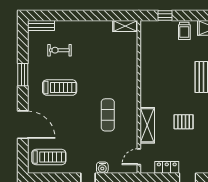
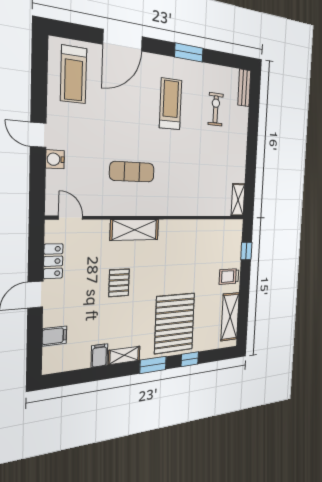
treadmill: (60, 88) -> (171, 104), turned 180
shelving: (147, 125) -> (135, 230), moved

